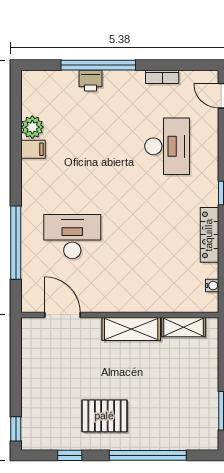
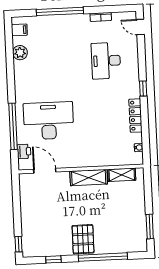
printer: (91, 81) -> (24, 151), moved, turned -90
desk: (167, 146) -> (106, 61), turned 180
filing cabinet: (33, 149) -> (19, 30), moved
desk: (72, 237) -> (49, 121), width x1.36, depth x1.30
pallet: (104, 416) -> (83, 239), moved, turned 90

